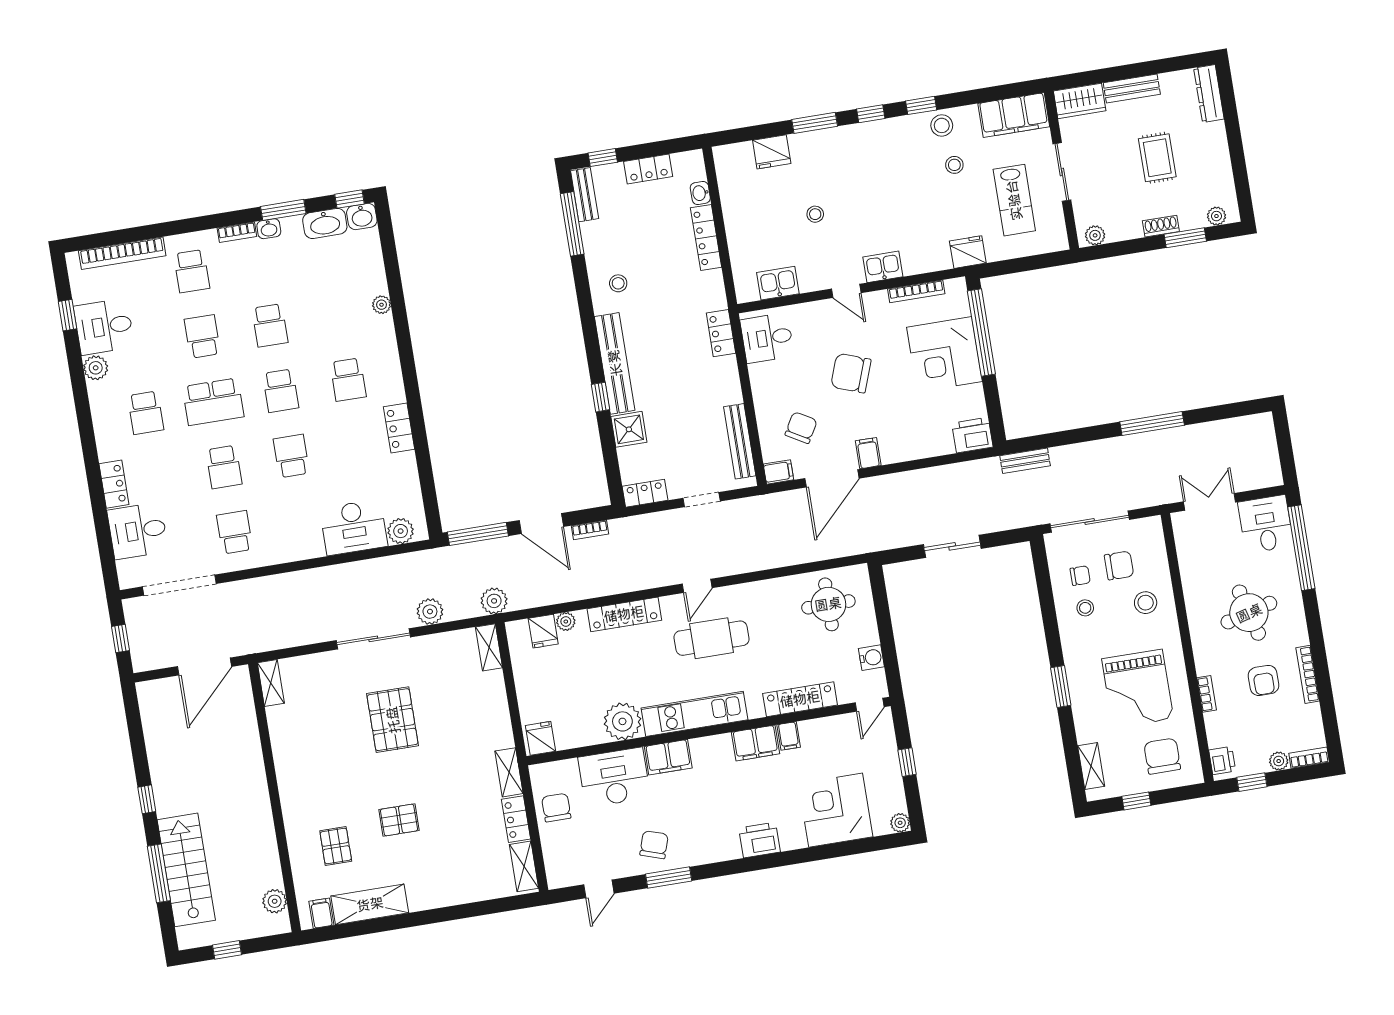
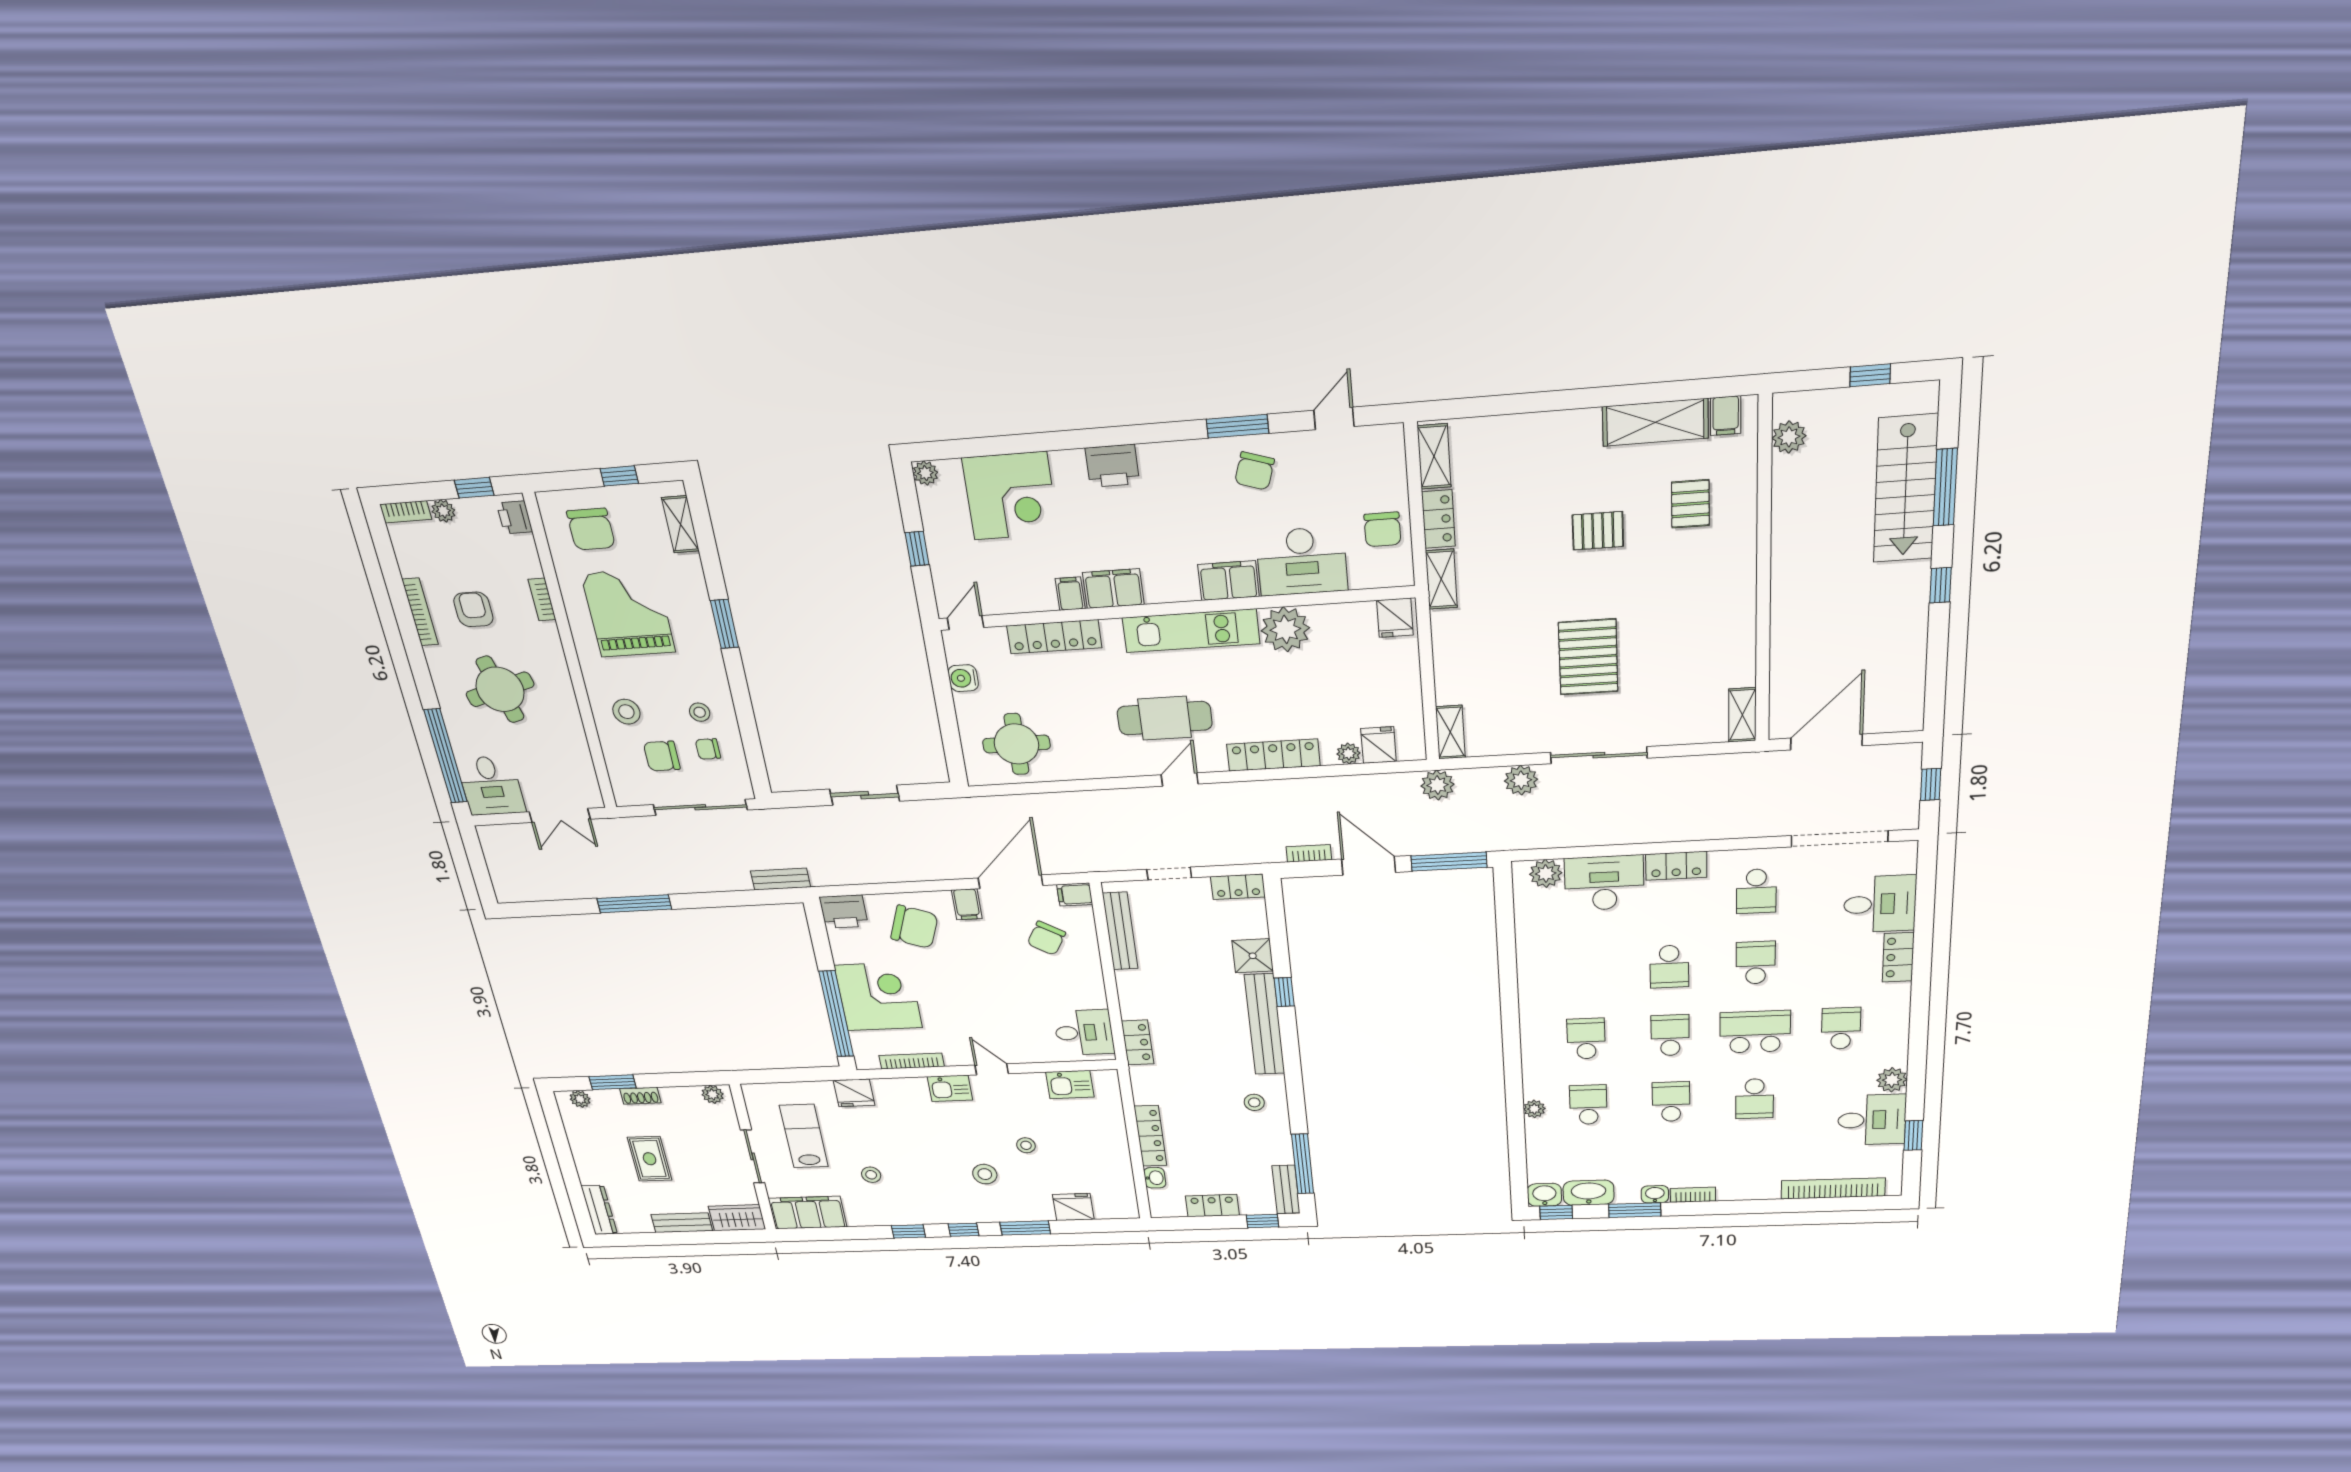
stool: (942, 125) -> (985, 1174), moved
school desk: (192, 271) -> (1588, 1105), moved
chair: (851, 373) -> (914, 927), moved
locker: (399, 428) -> (1676, 866), moved, turned 90

